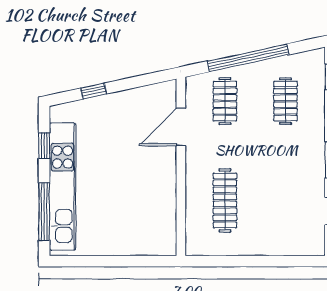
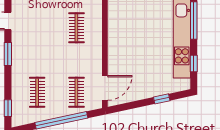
door: (181, 127) -> (105, 88), moved
clothes rail: (225, 200) -> (76, 28), width x0.73

